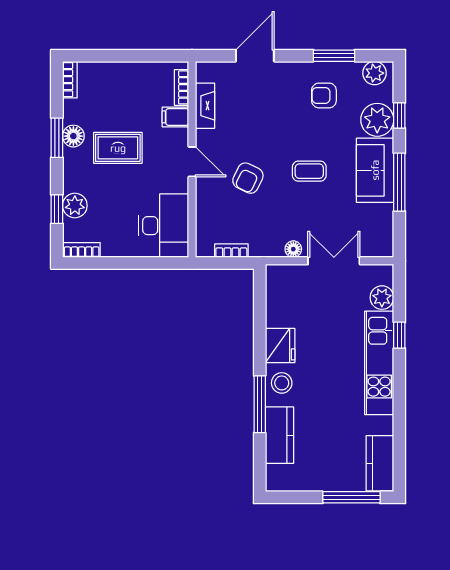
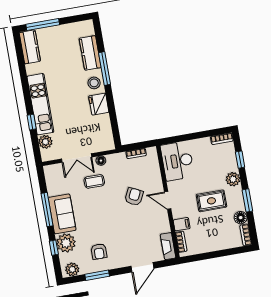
armchair: (324, 95) -> (99, 251), turned 90
fireplace: (205, 106) -> (168, 246), moved
floor lamp: (73, 136) -> (241, 218), moved
coffee table: (309, 171) -> (94, 181), moved
plant: (75, 206) -> (233, 179), moved

